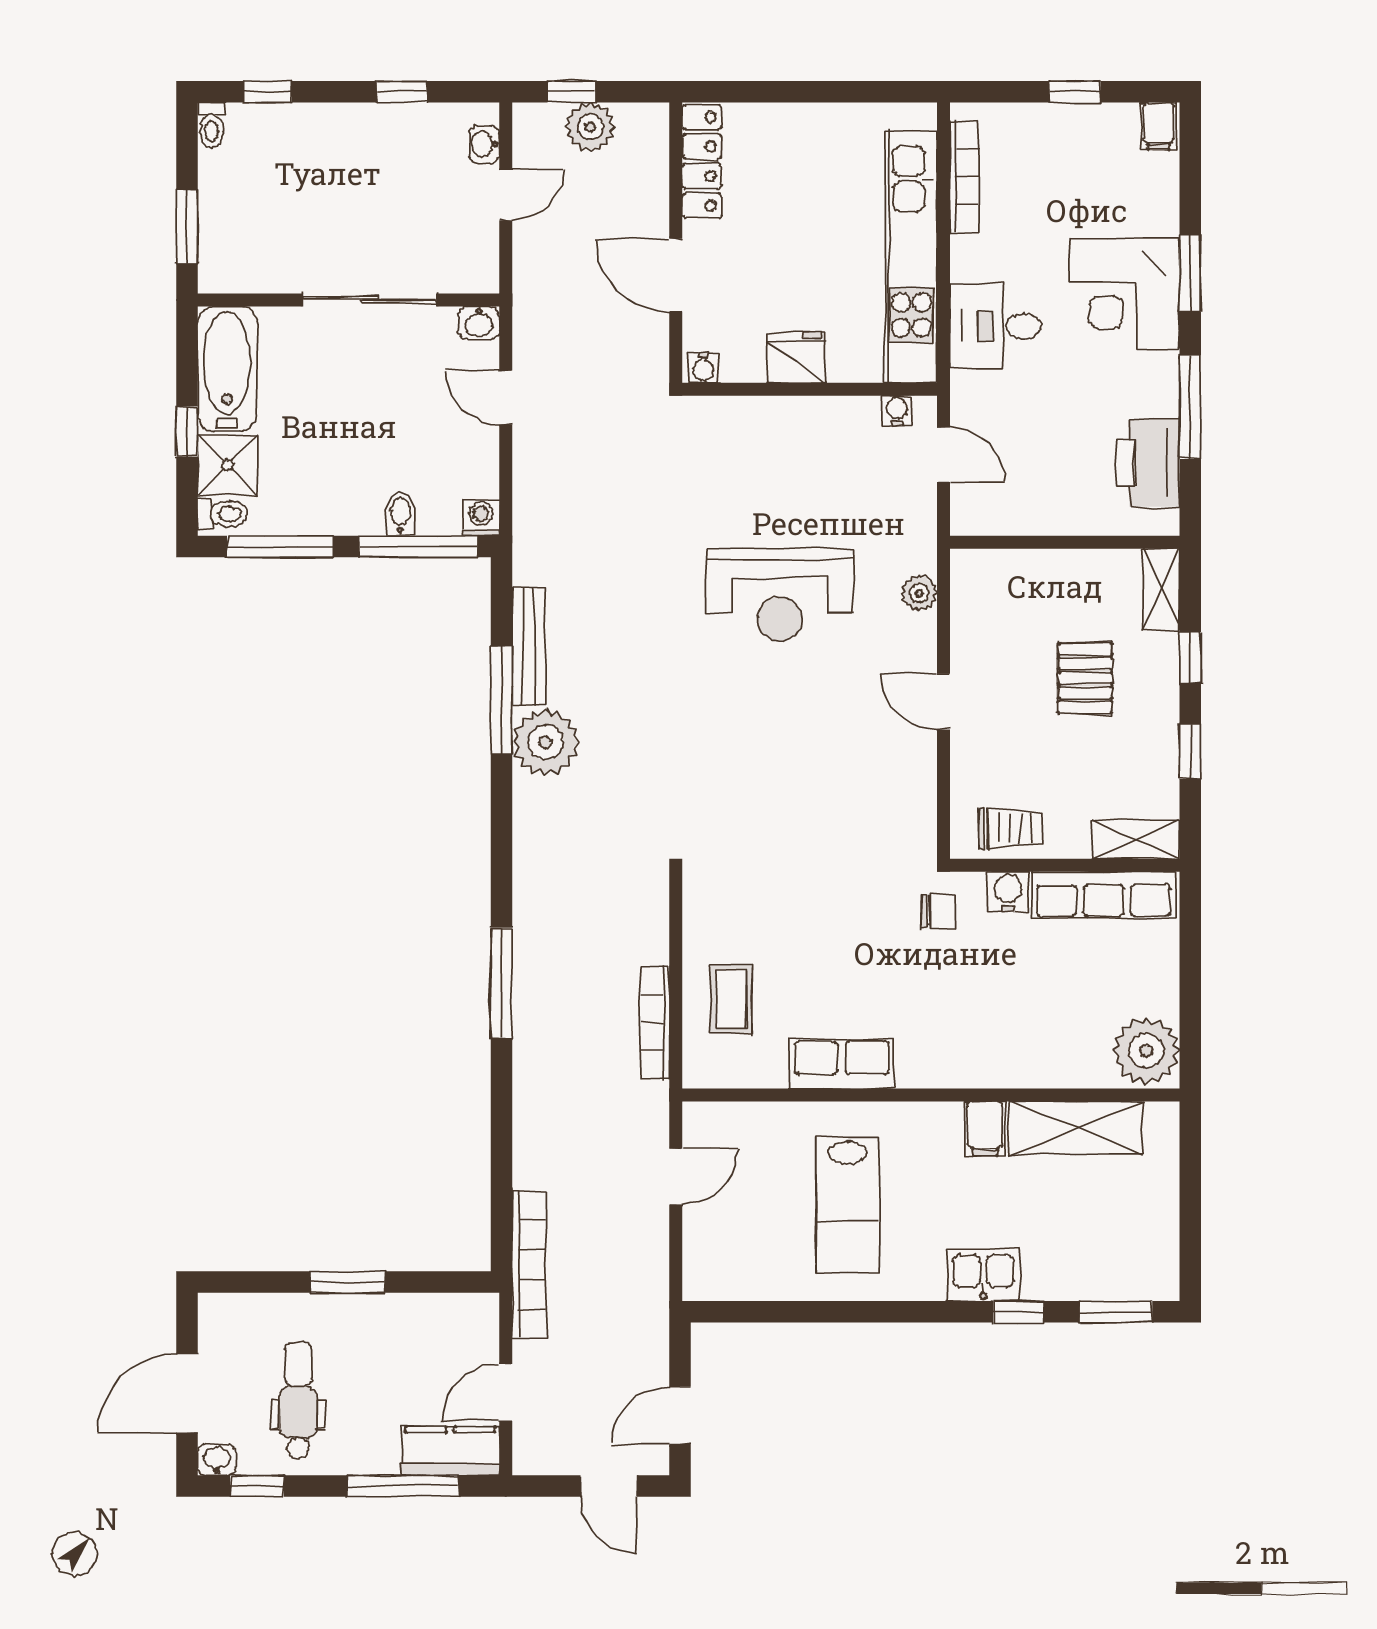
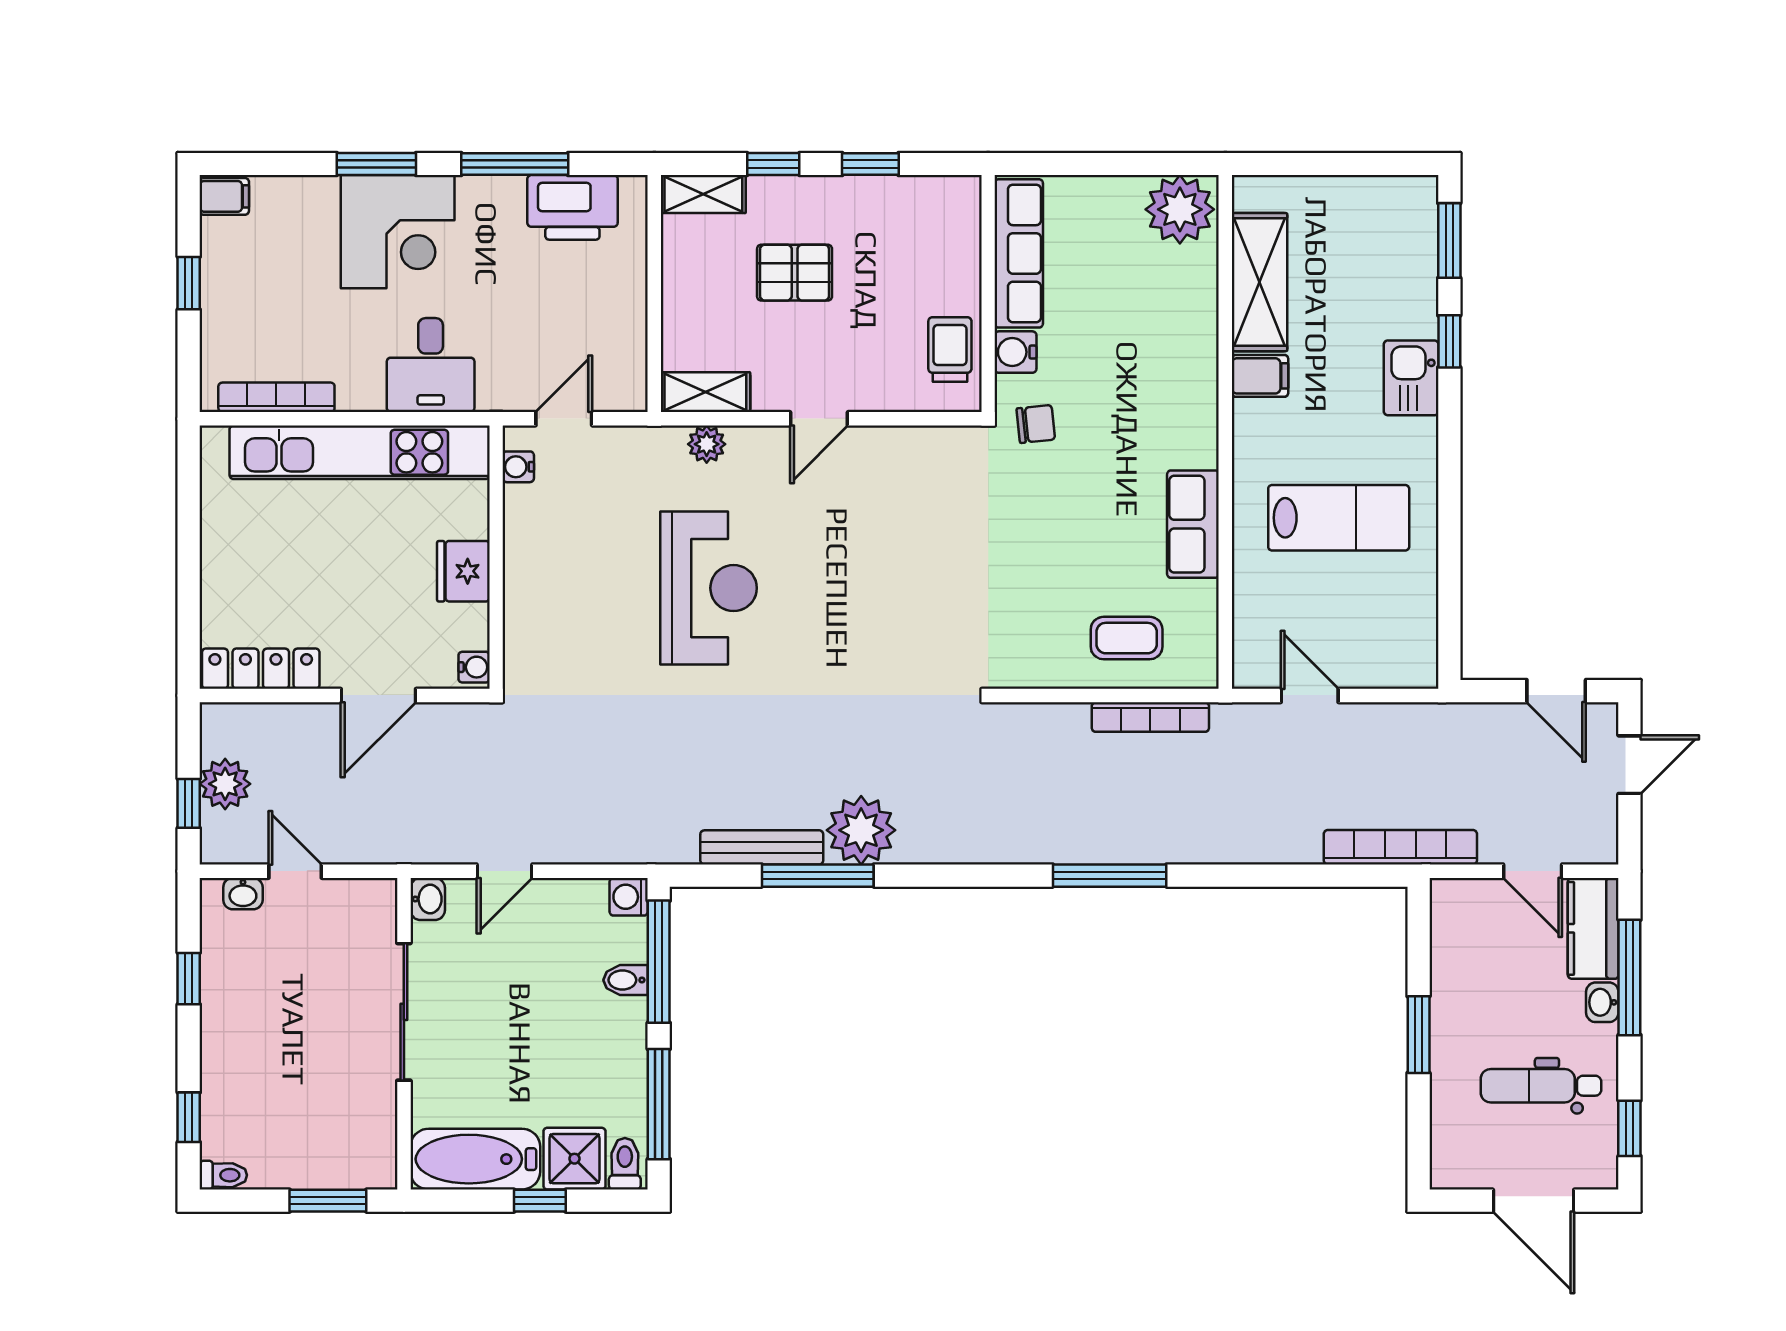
shelving: (1135, 840) -> (705, 392), moved, turned 90
chair: (939, 911) -> (1036, 424), turned 84
washbasin: (217, 1460) -> (1602, 1002), moved

